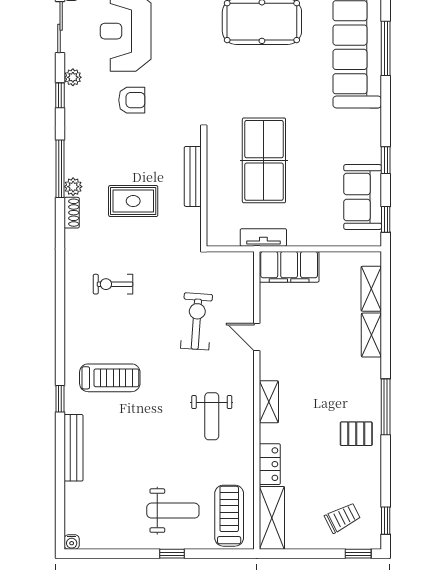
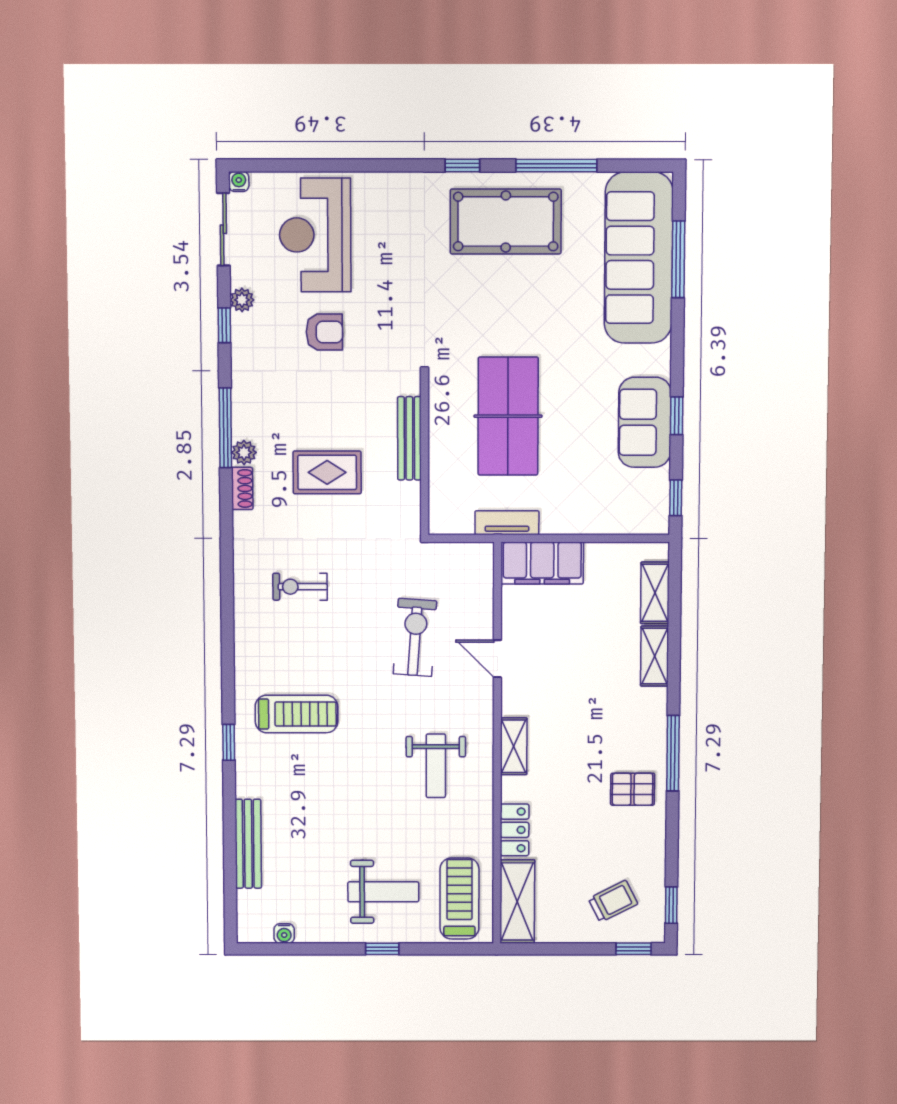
sofa: (363, 197) -> (645, 422), moved
bench: (74, 448) -> (248, 844), moved
water cooler: (72, 542) -> (284, 933), moved

